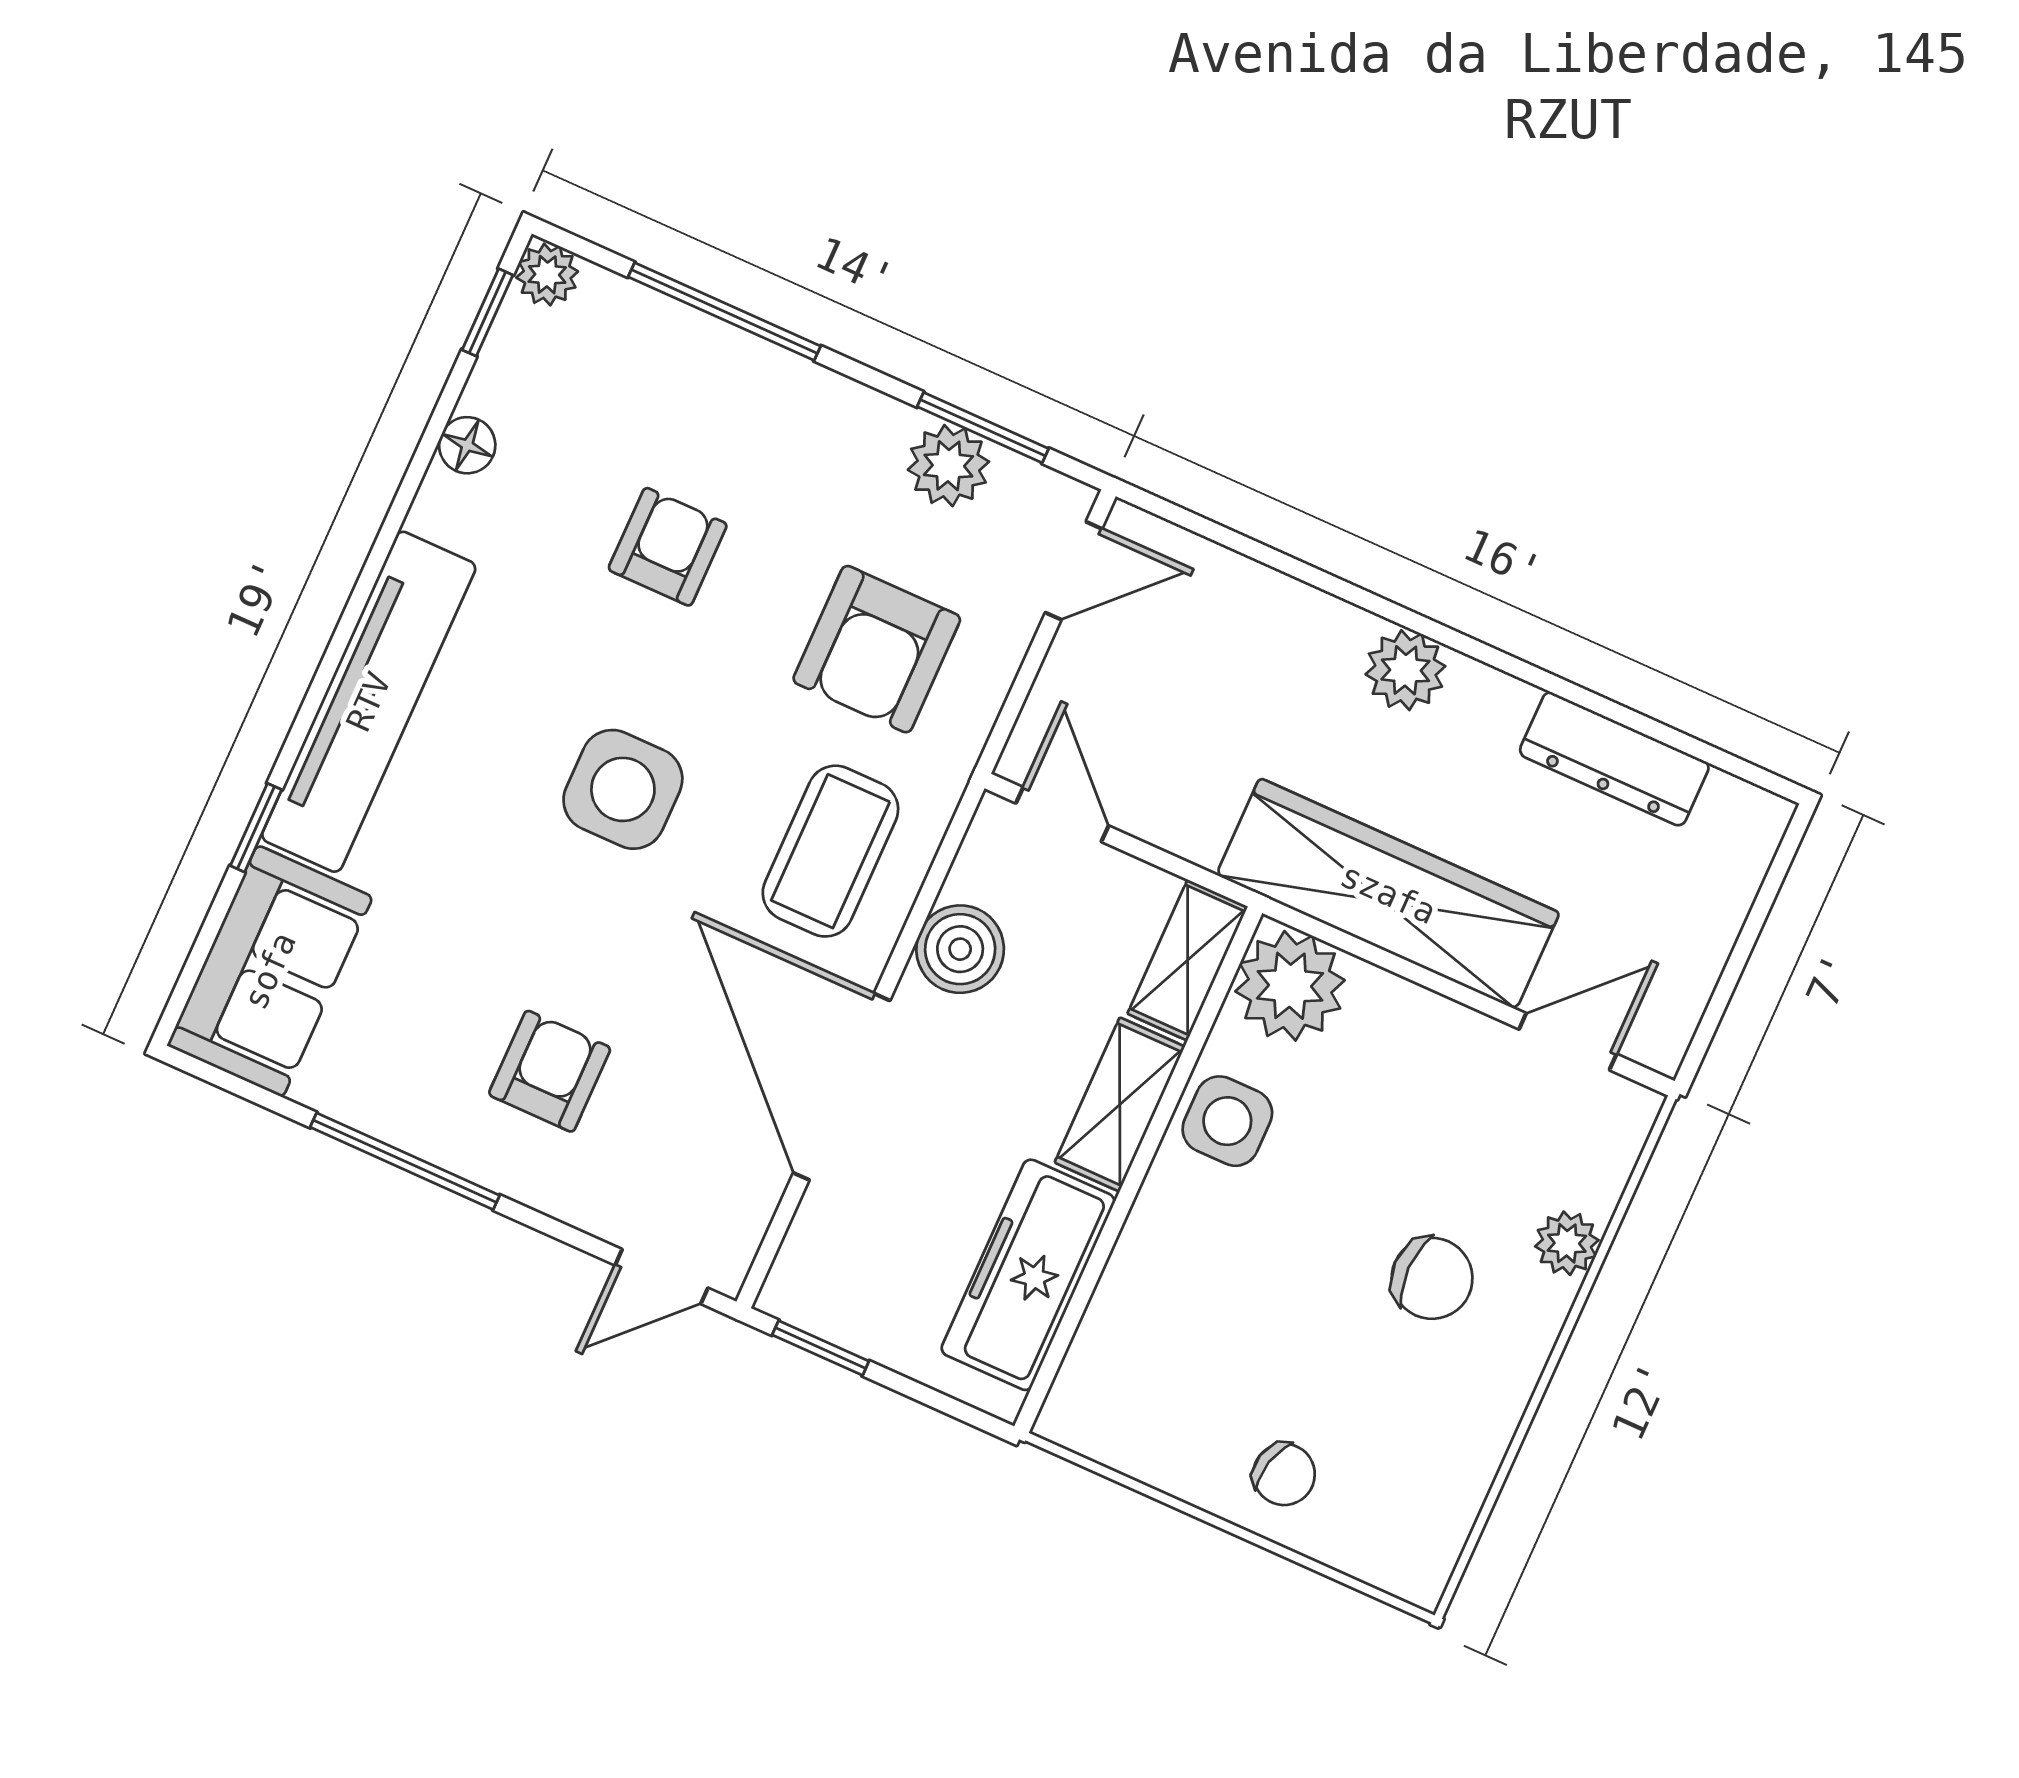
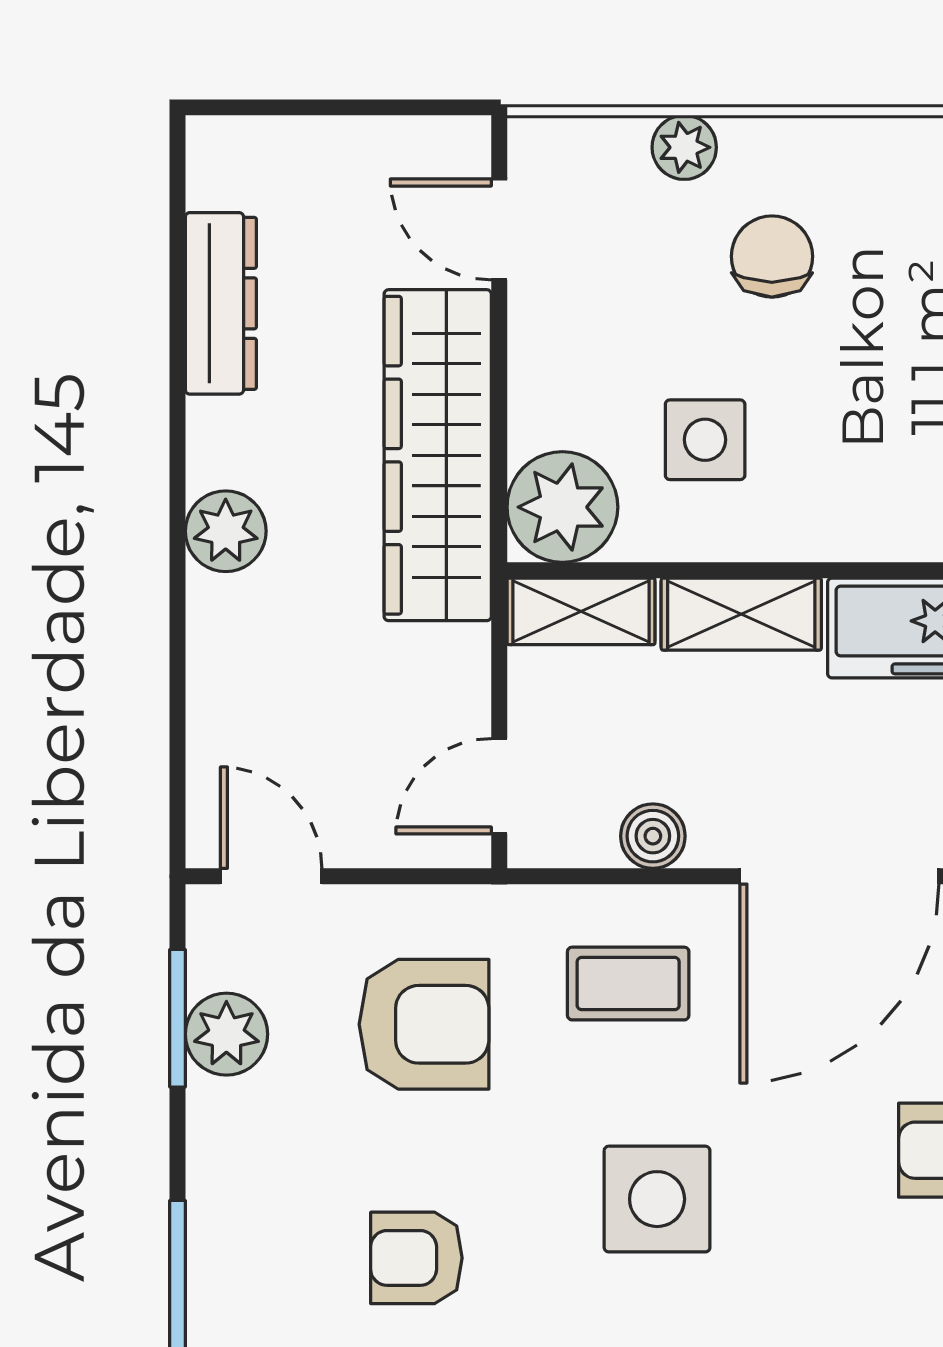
coffee table: (830, 851) -> (628, 984), width x0.73, depth x0.77
boiler: (960, 949) -> (653, 836), width x0.73, depth x0.73
side table: (1227, 1121) -> (705, 440), moved

